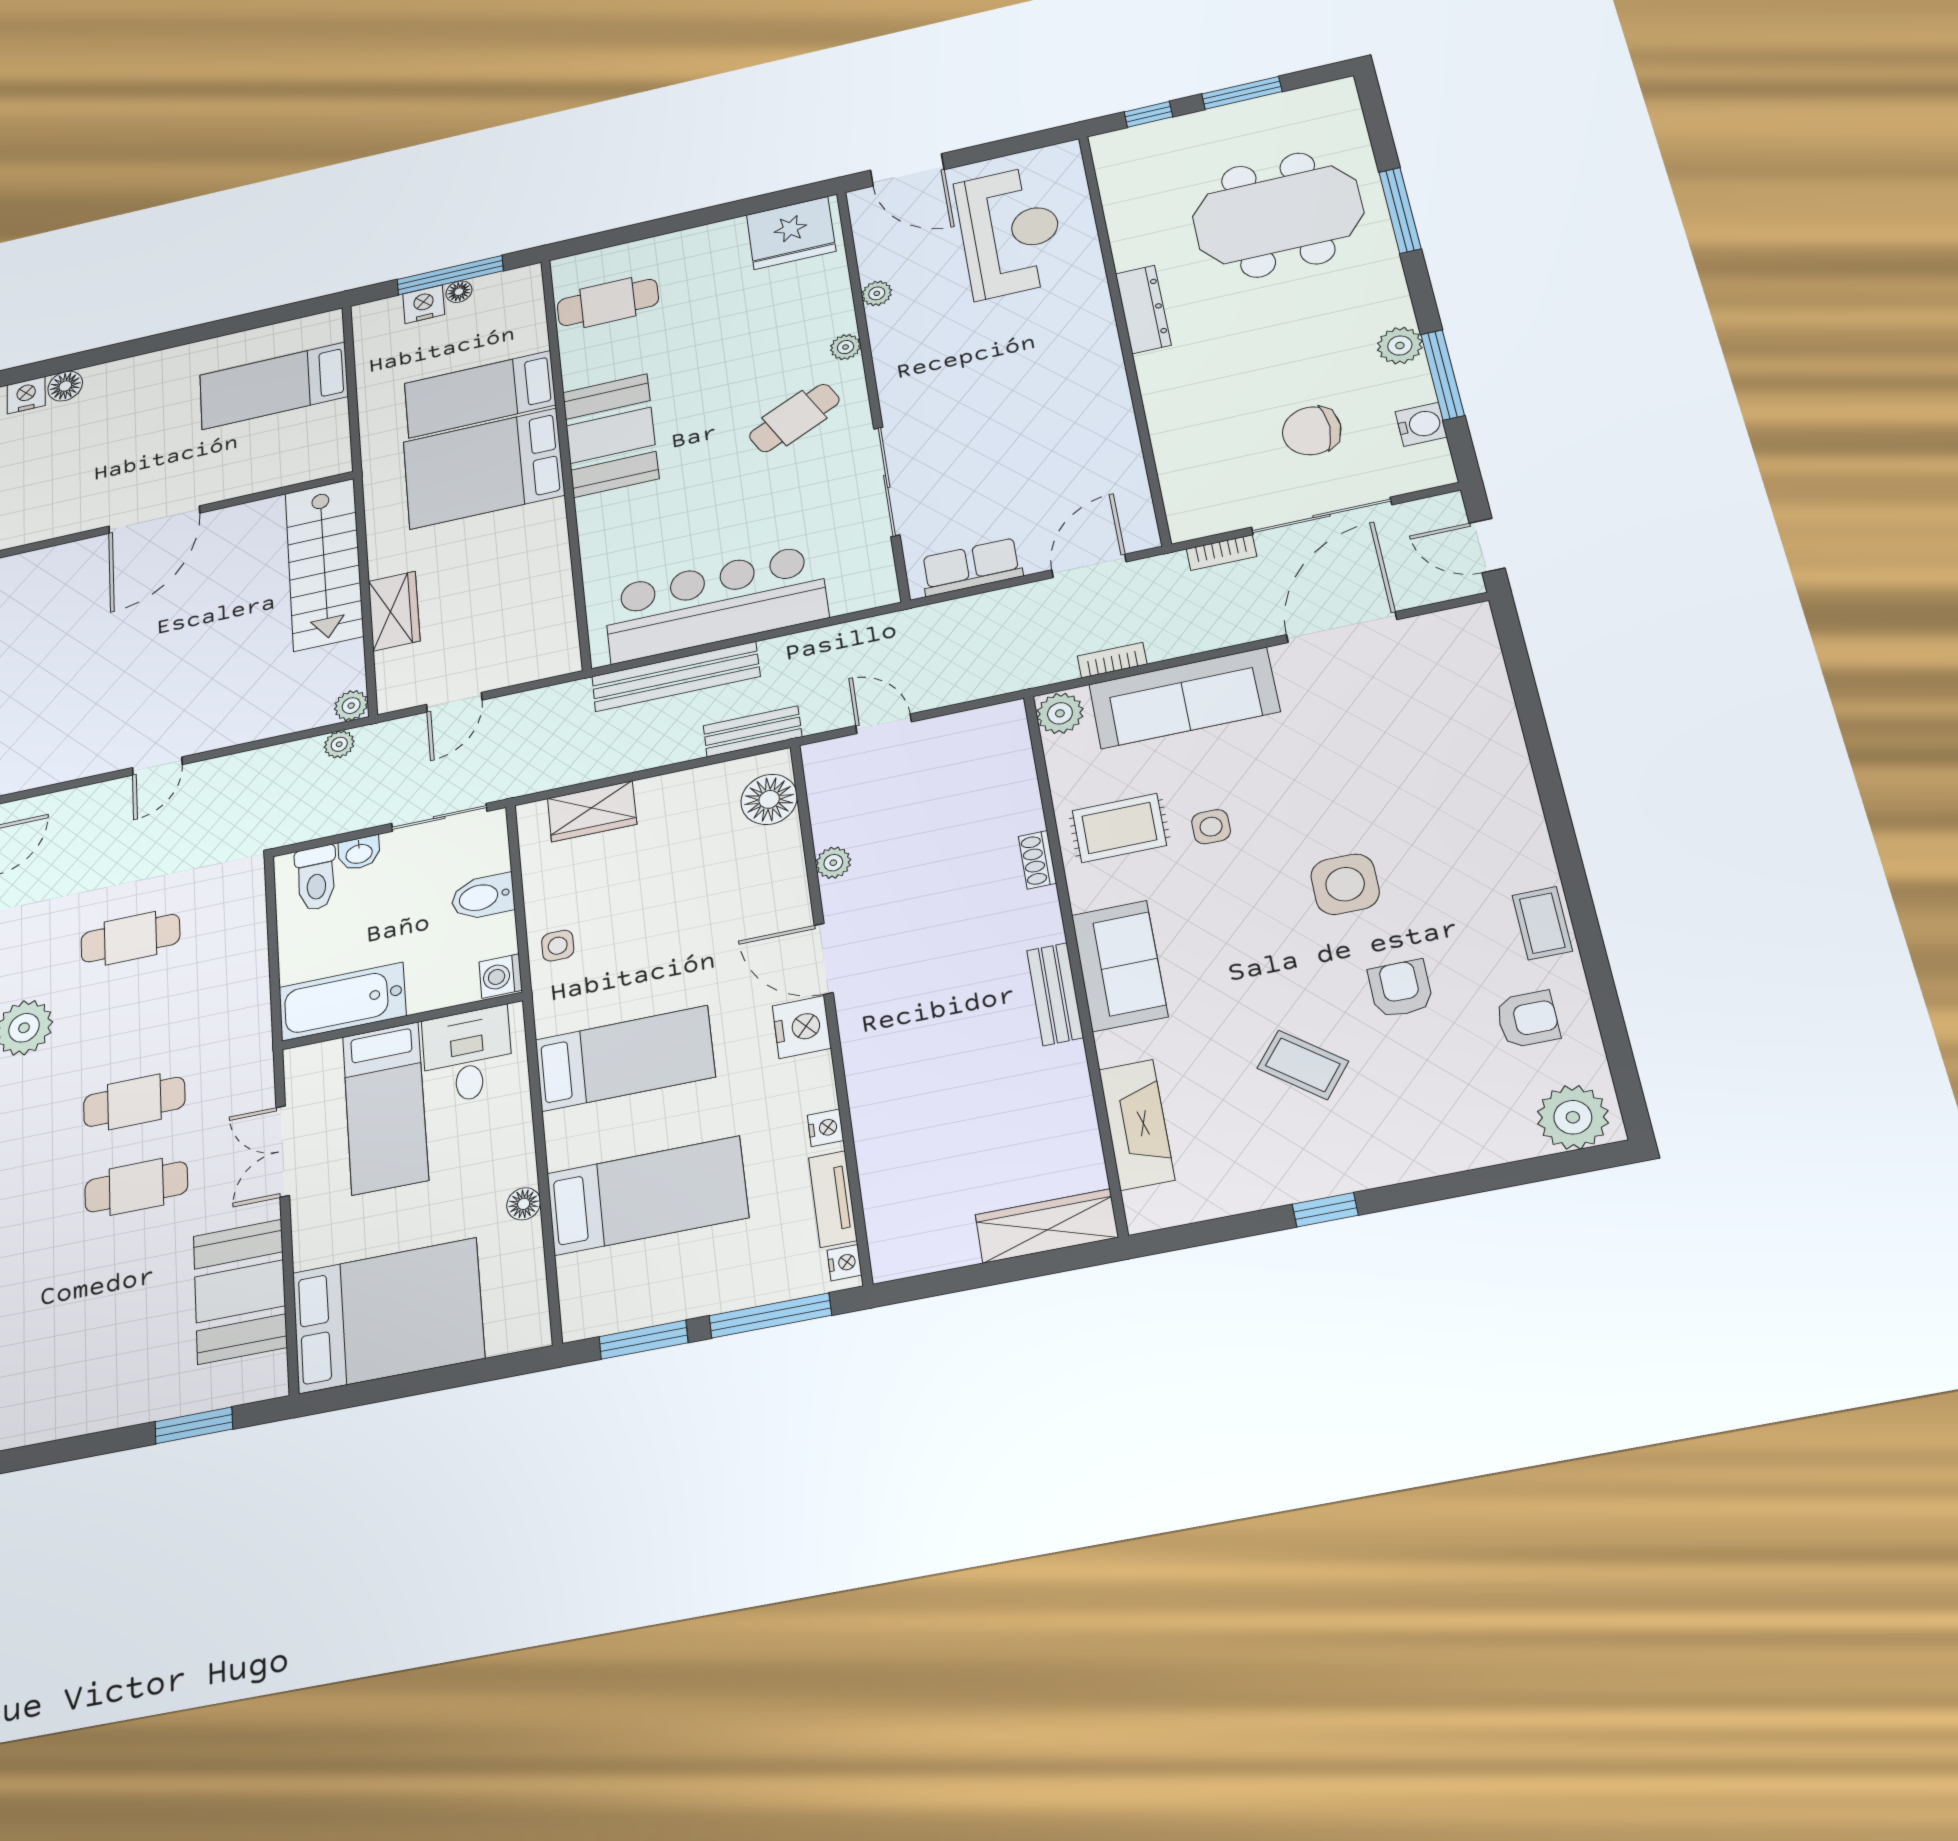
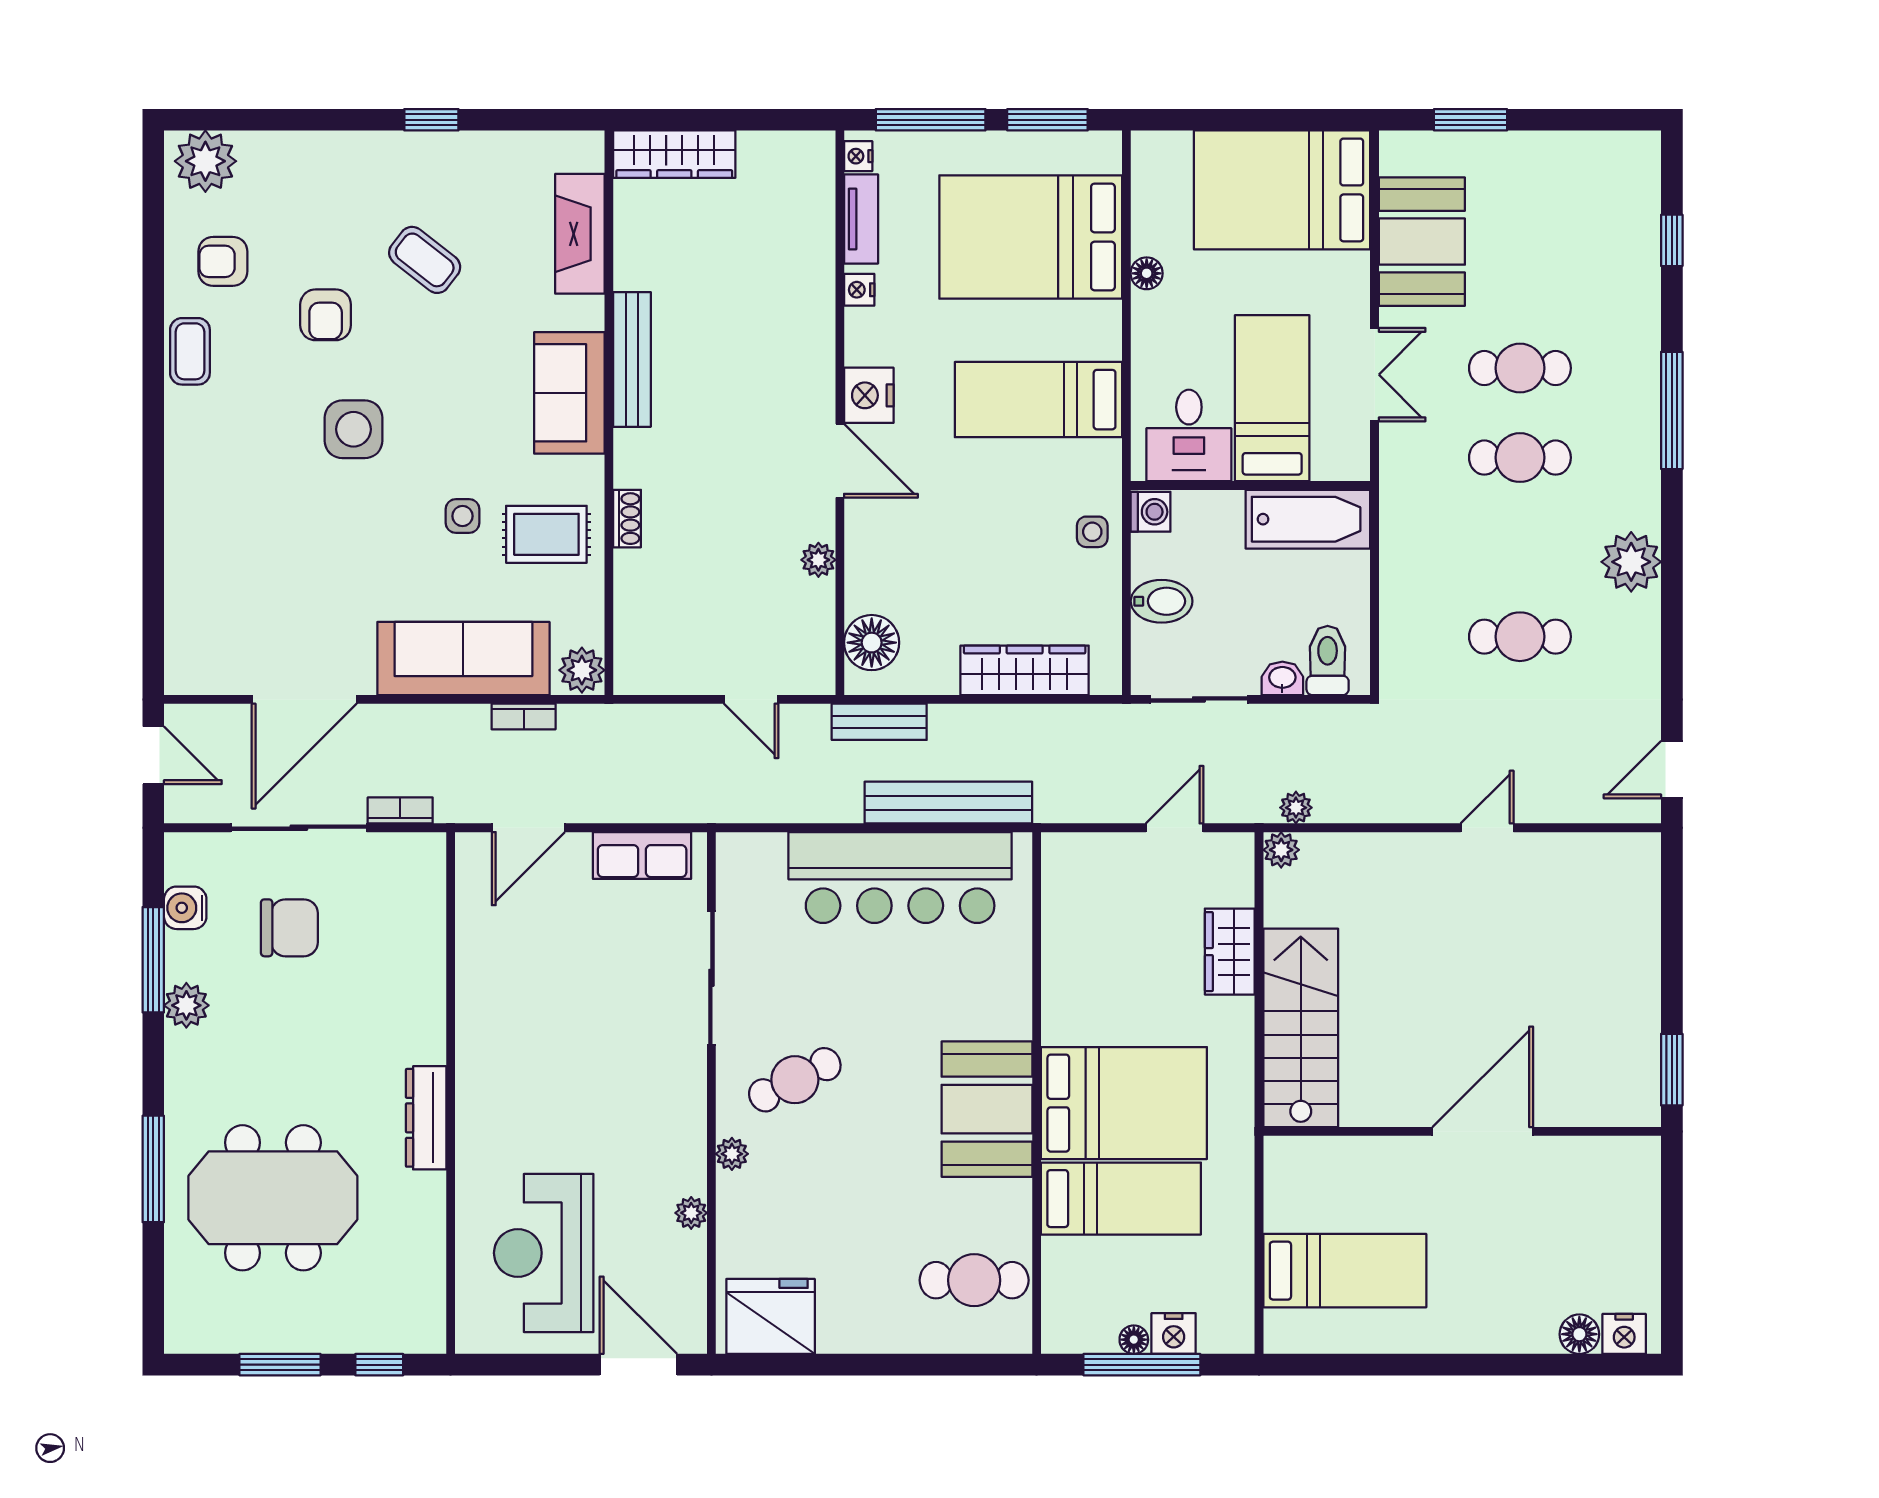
wardrobe: (592, 811) -> (1025, 670), width x1.50
bench: (1055, 994) -> (632, 359), width x1.36
bed: (647, 1196) -> (1031, 237), width x1.50

